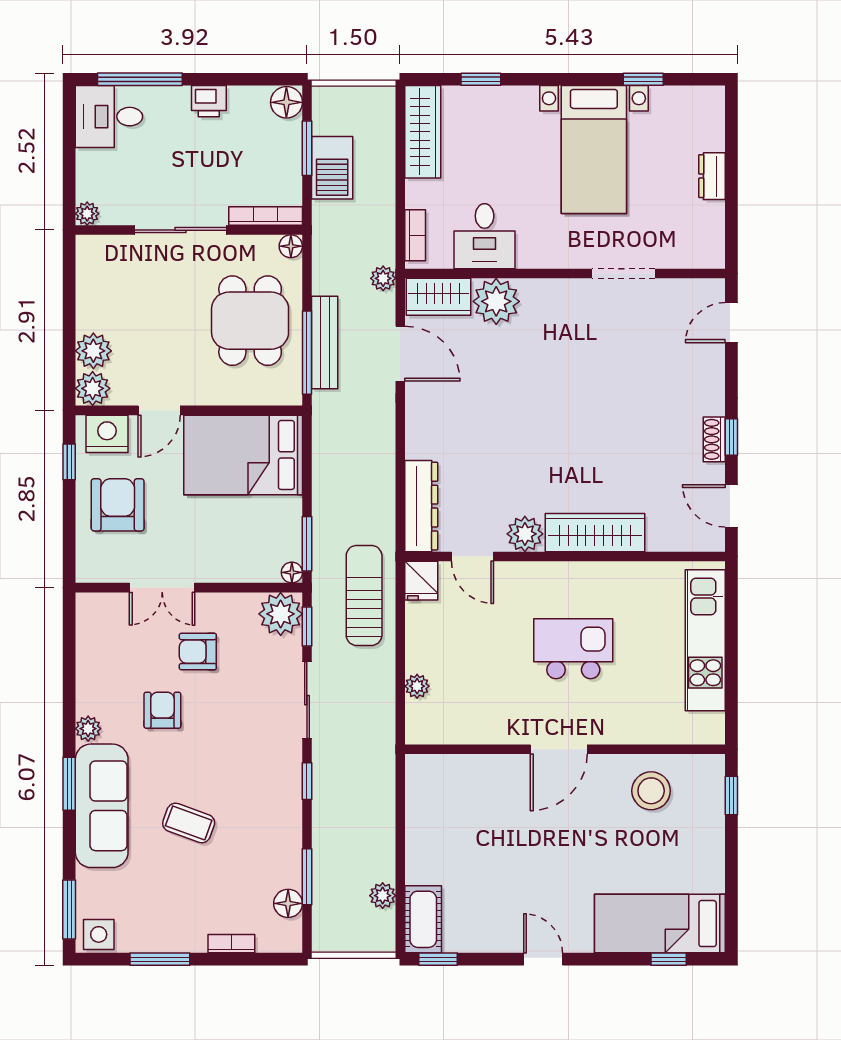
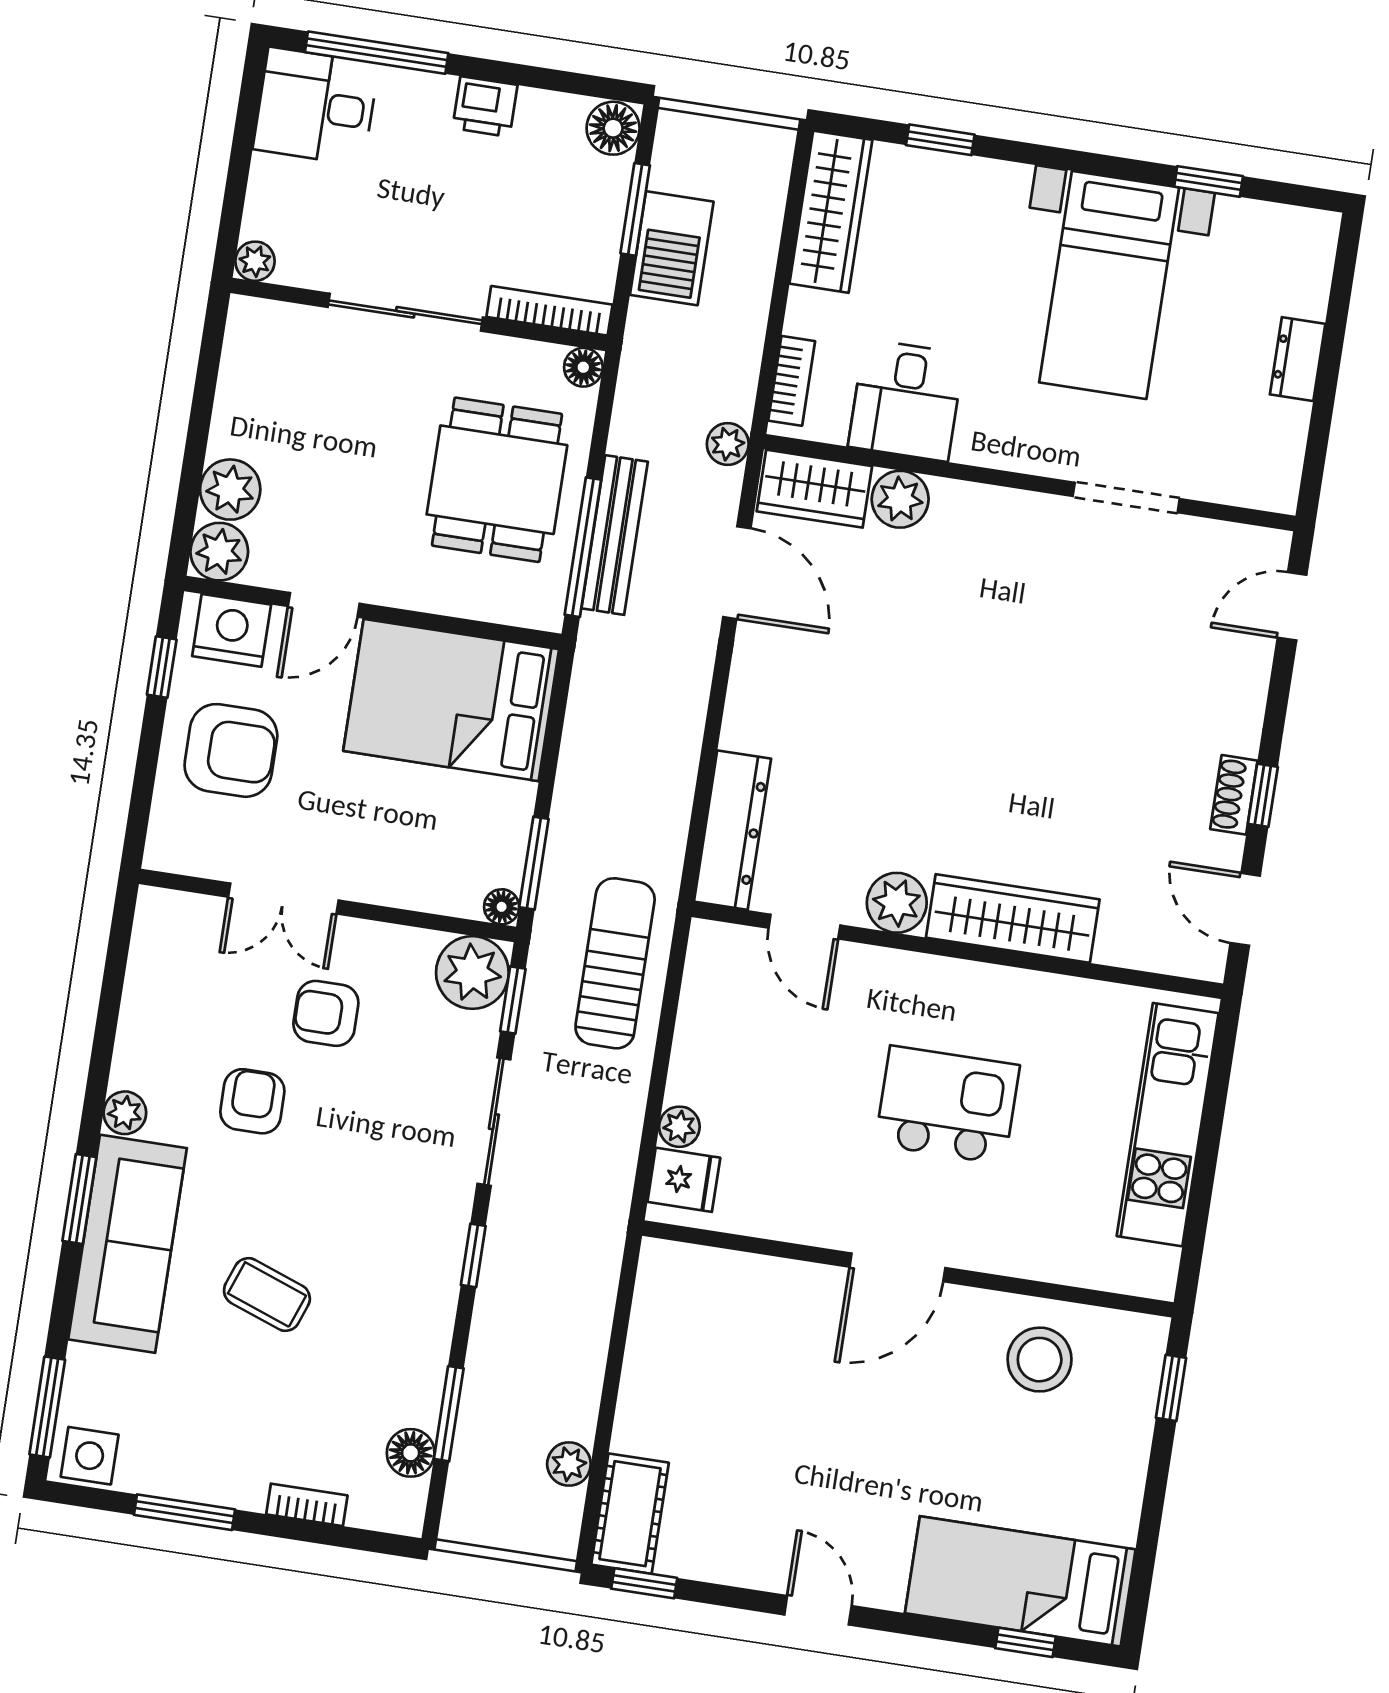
plant: (496, 301) -> (900, 499), width x0.73, depth x0.73
armchair: (118, 505) -> (231, 750), turned 90
fridge: (421, 581) -> (684, 1180), moved, turned -90

